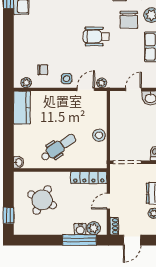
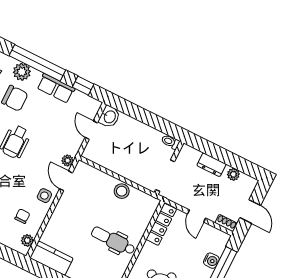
dental chair: (58, 148) -> (113, 241), turned -56
plant: (94, 228) -> (217, 246), removed

